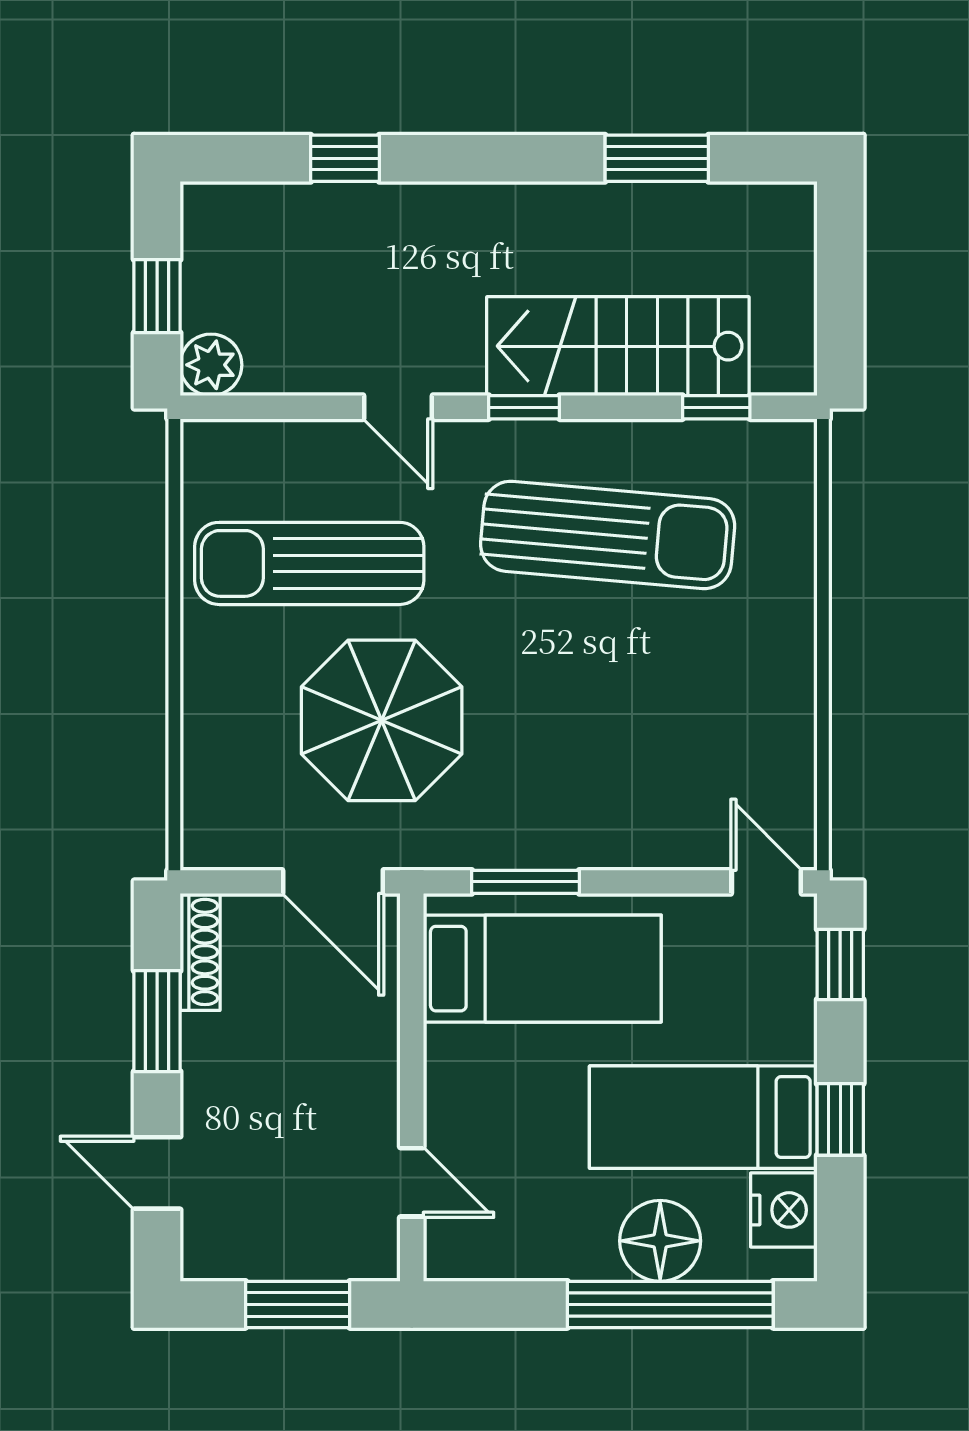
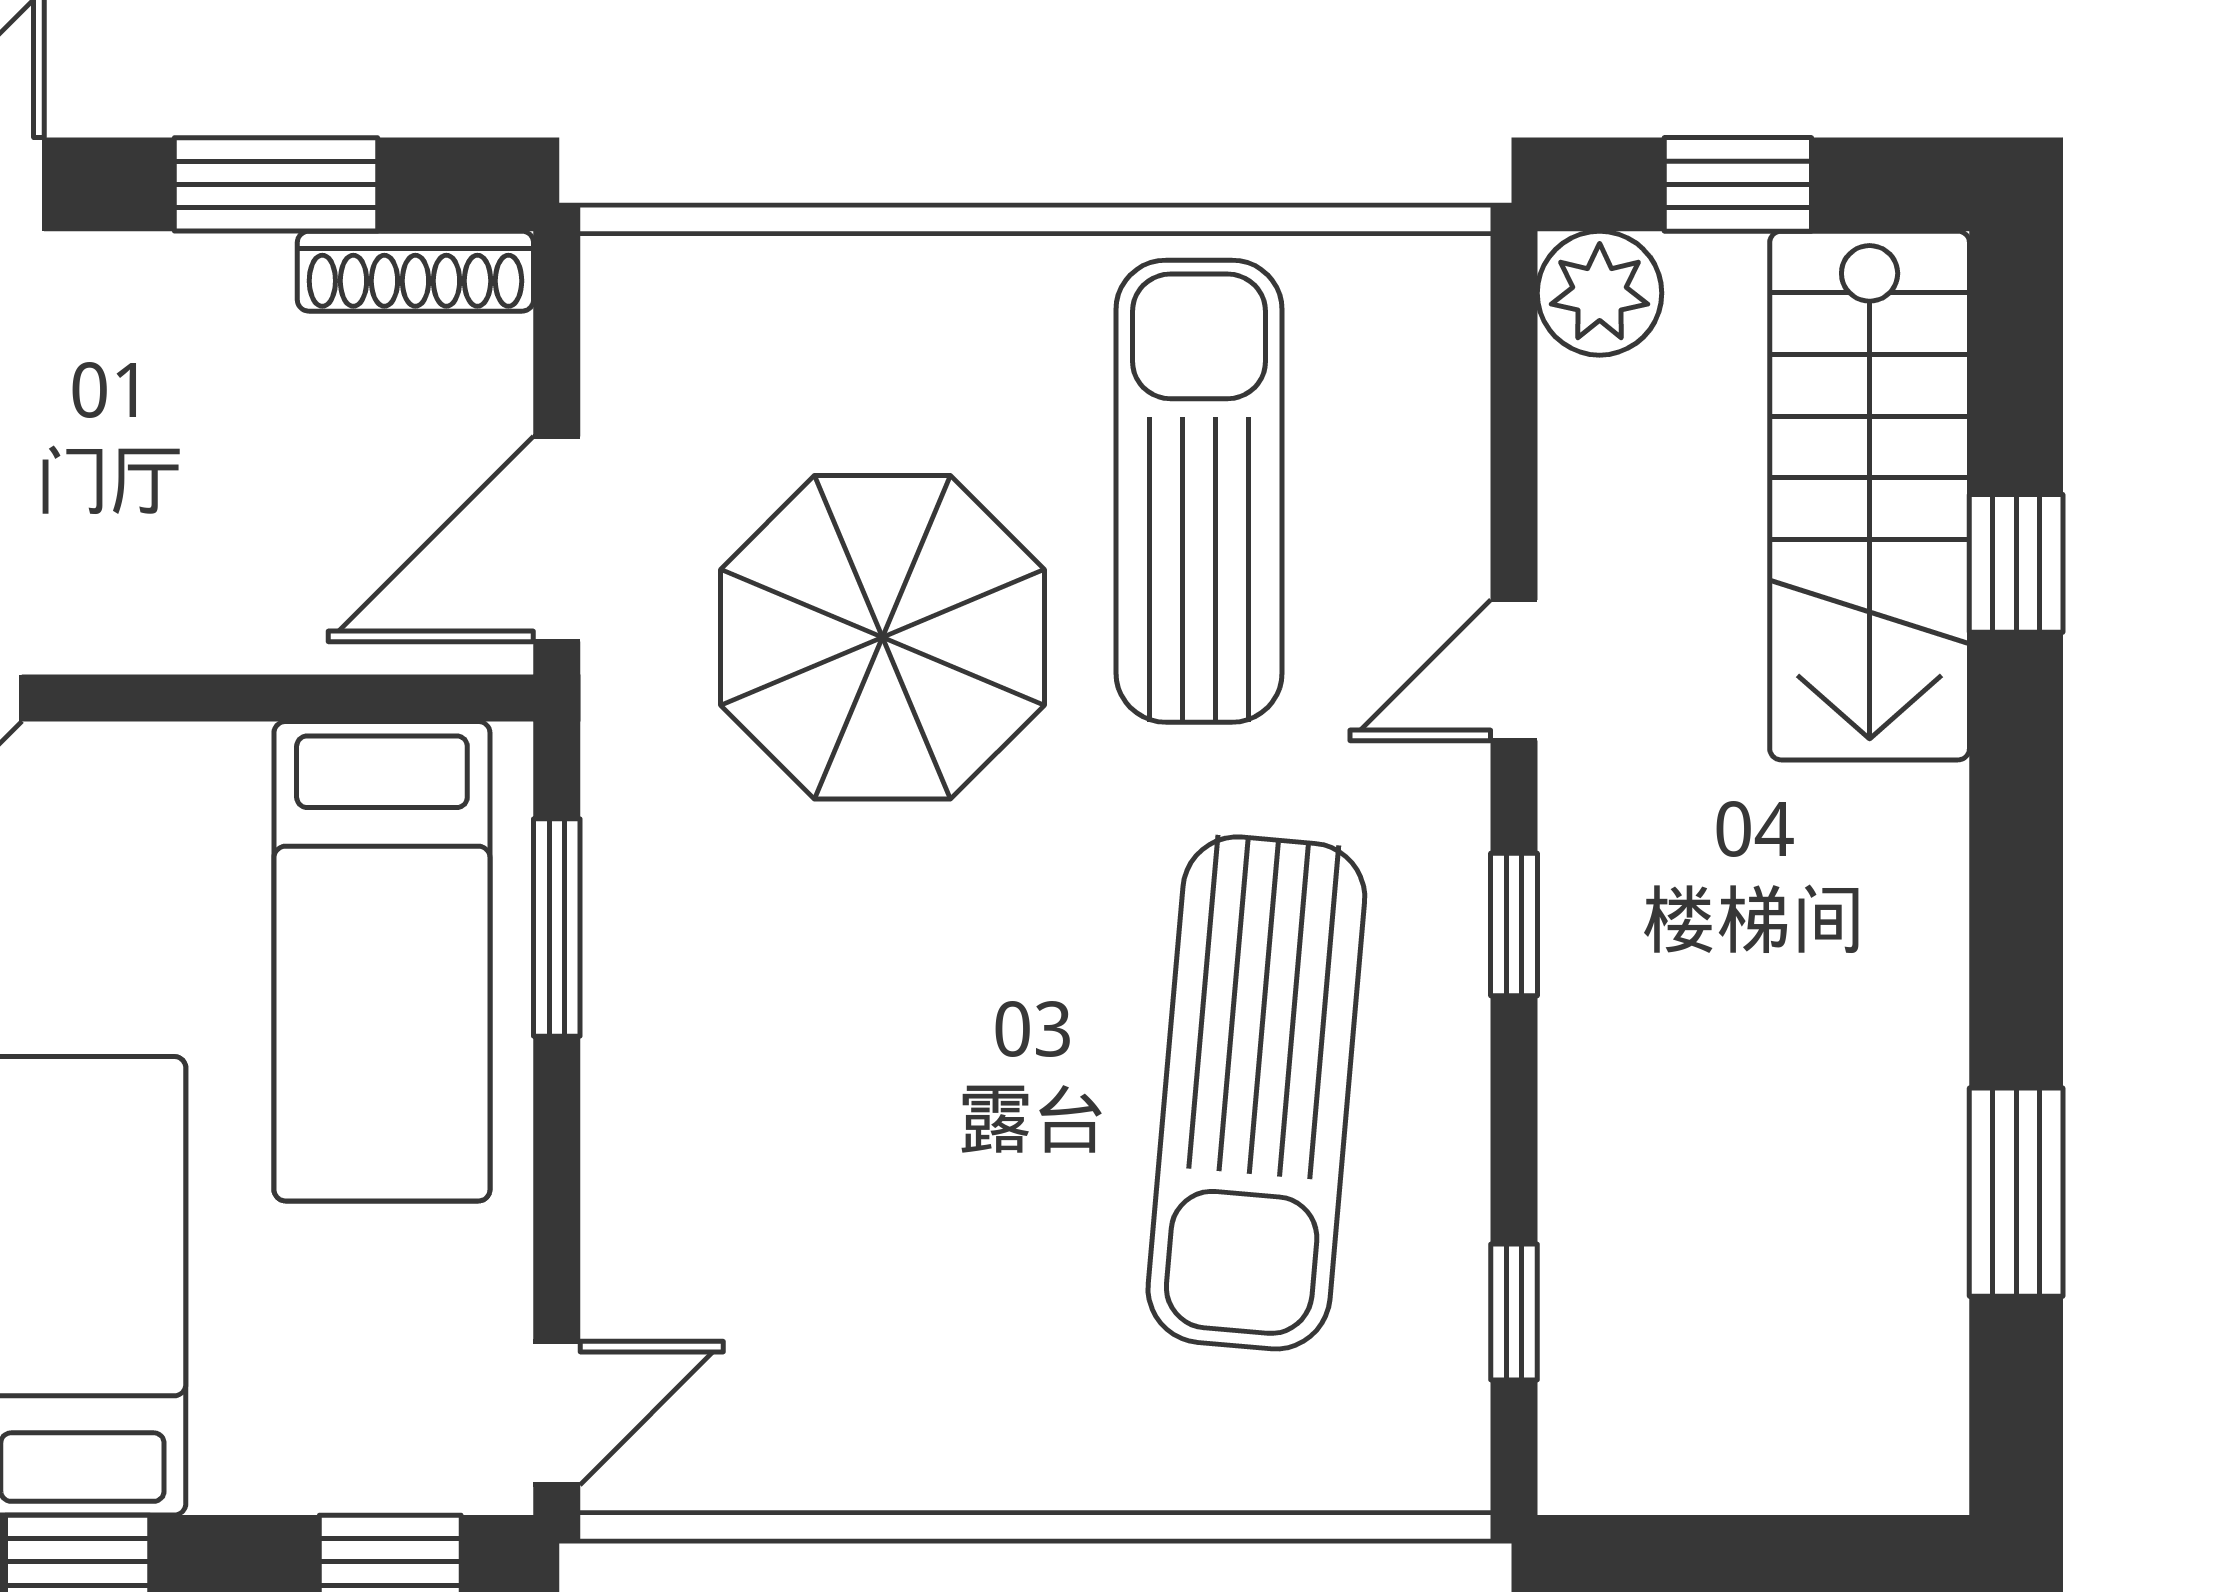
stairs: (618, 346) -> (1870, 496), moved, turned 180

